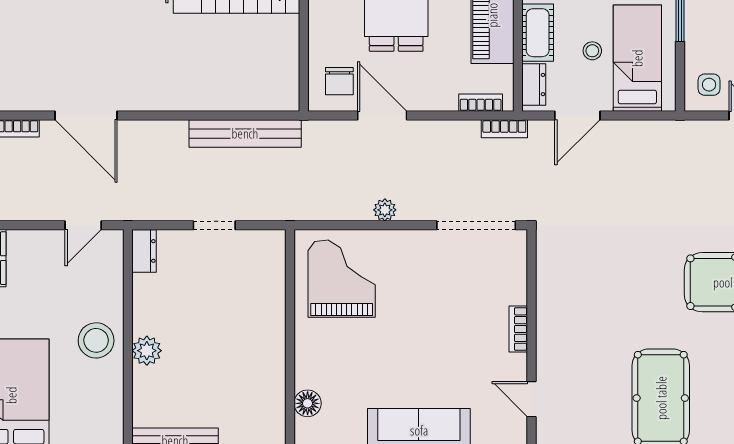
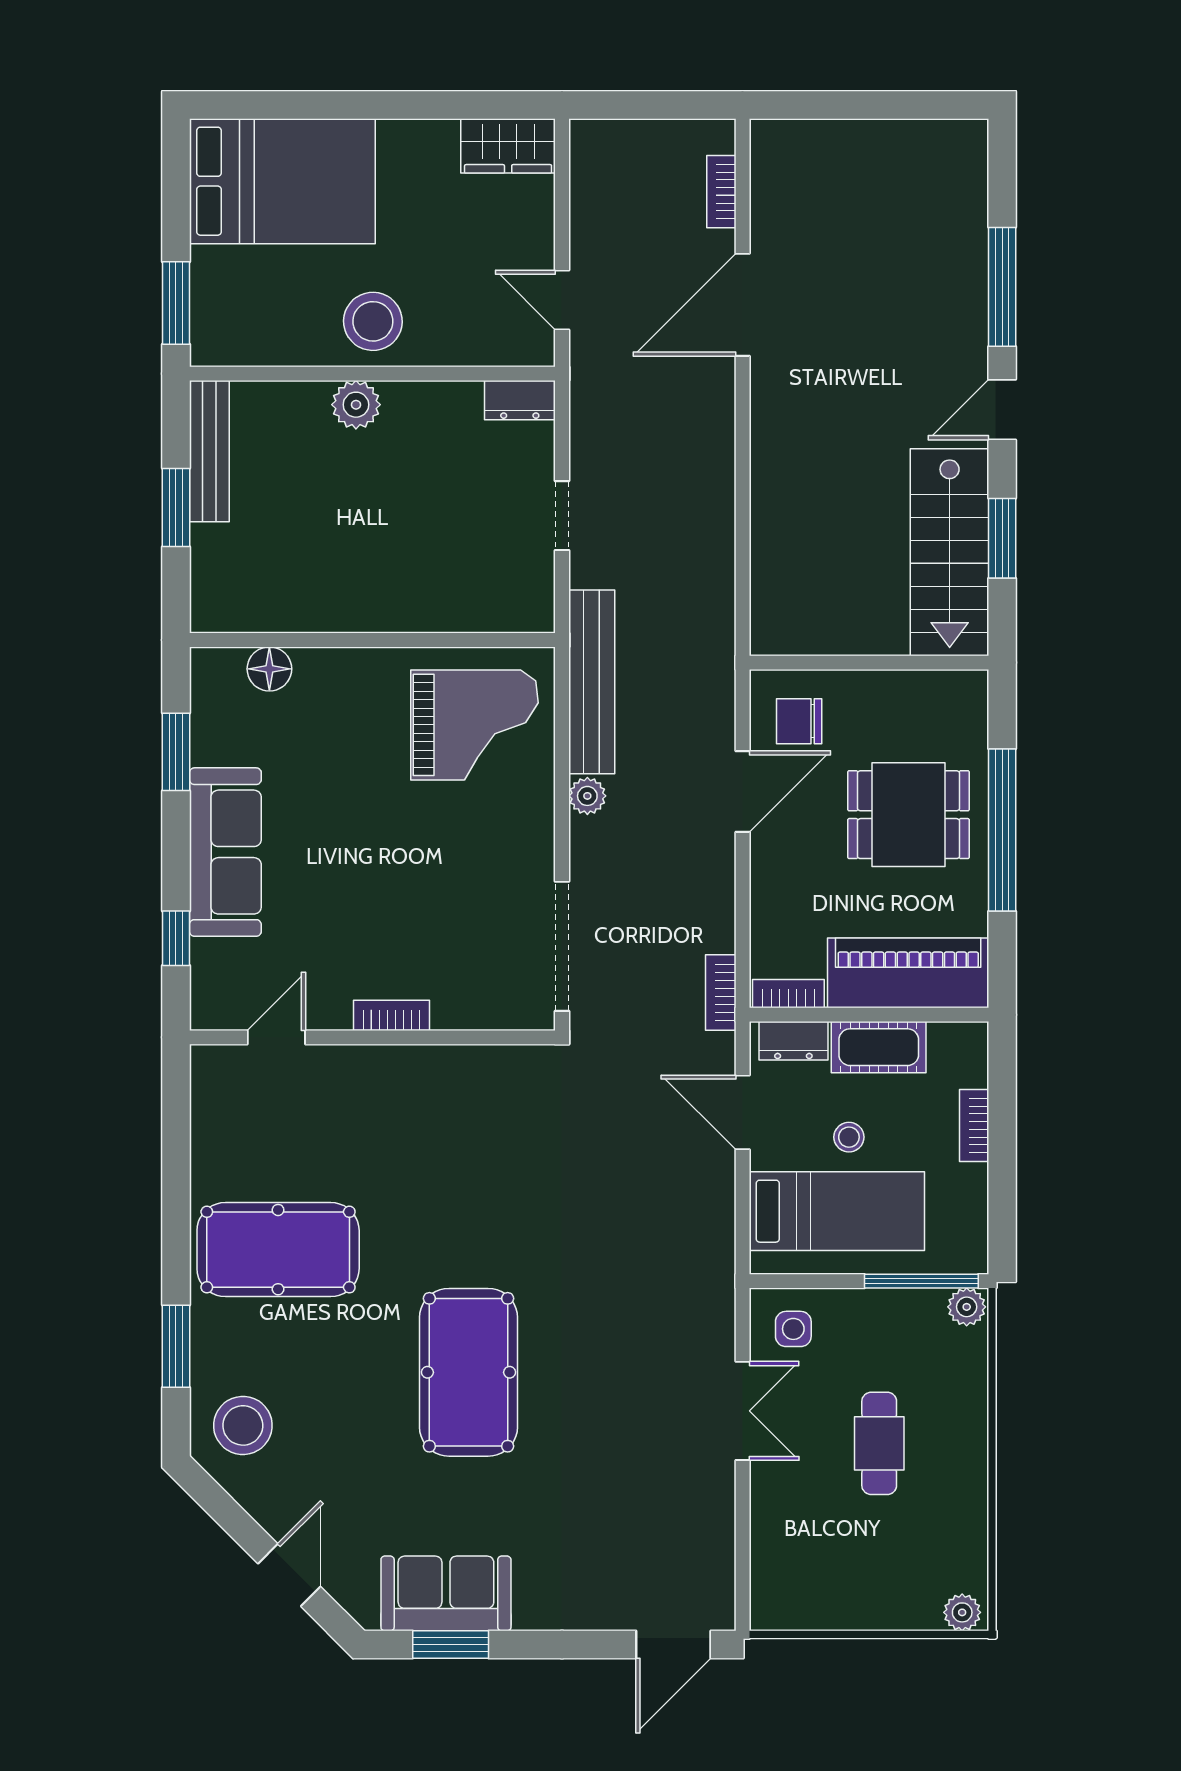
bookcase: (481, 103) -> (788, 994), moved, turned -90
bench: (245, 133) -> (592, 682), moved

